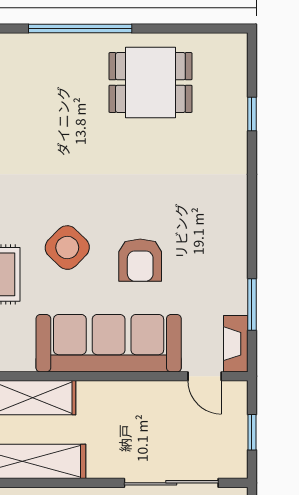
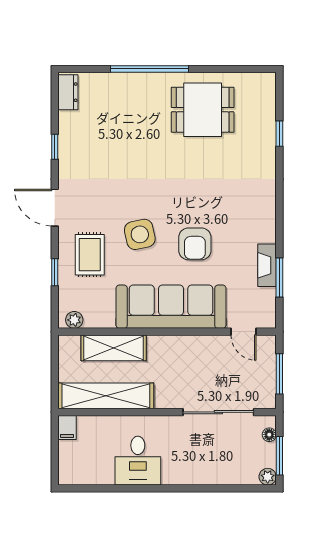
side table: (67, 248) -> (140, 234), turned 34
fireplace: (236, 344) -> (267, 265), moved
window: (252, 432) -> (279, 374), width x1.50

